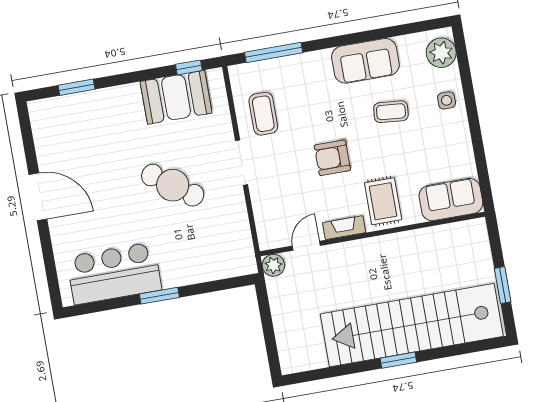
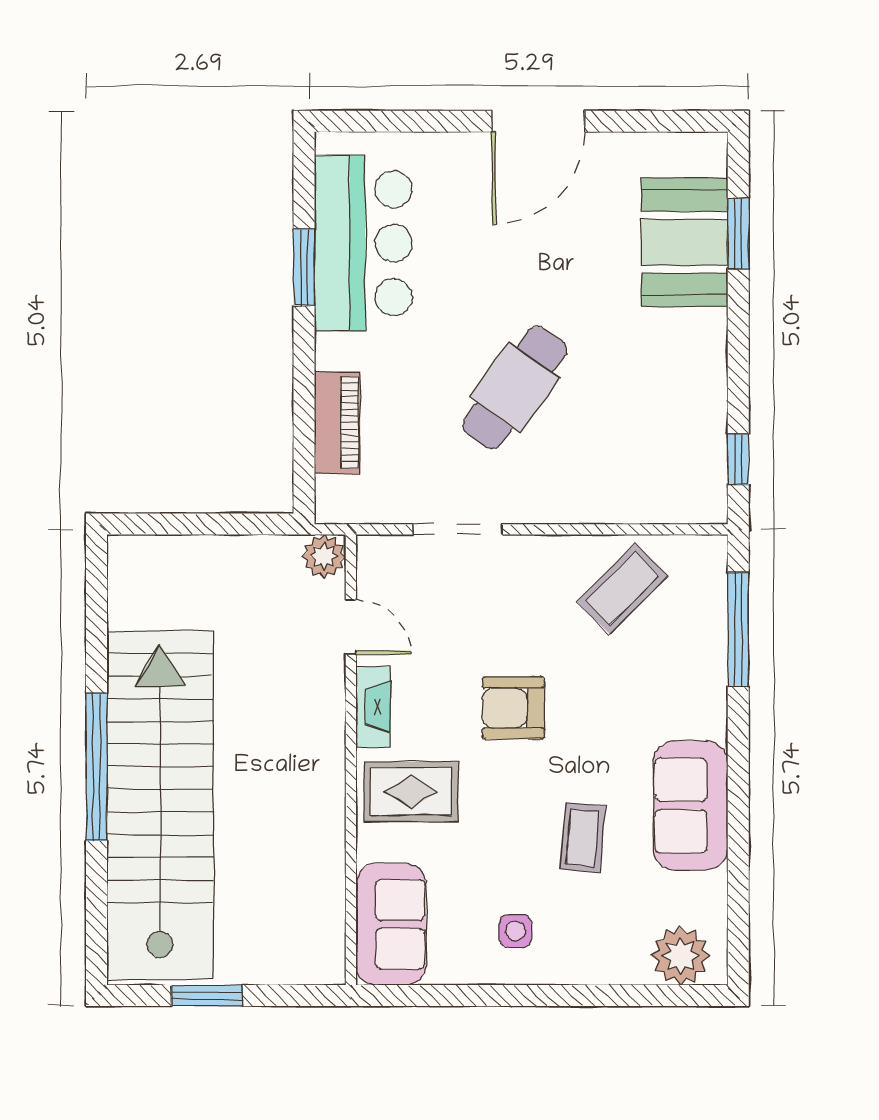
booth: (176, 97) -> (685, 242), moved
side table: (447, 100) -> (515, 931), moved
coffee table: (263, 114) -> (623, 588), turned -45
armchair: (332, 158) -> (513, 708), turned -90
doorway: (242, 163) -> (457, 529), moved
piano: (206, 270) -> (337, 422), added
window: (159, 296) -> (304, 268), moved
window: (398, 360) -> (96, 767), width x2.11

